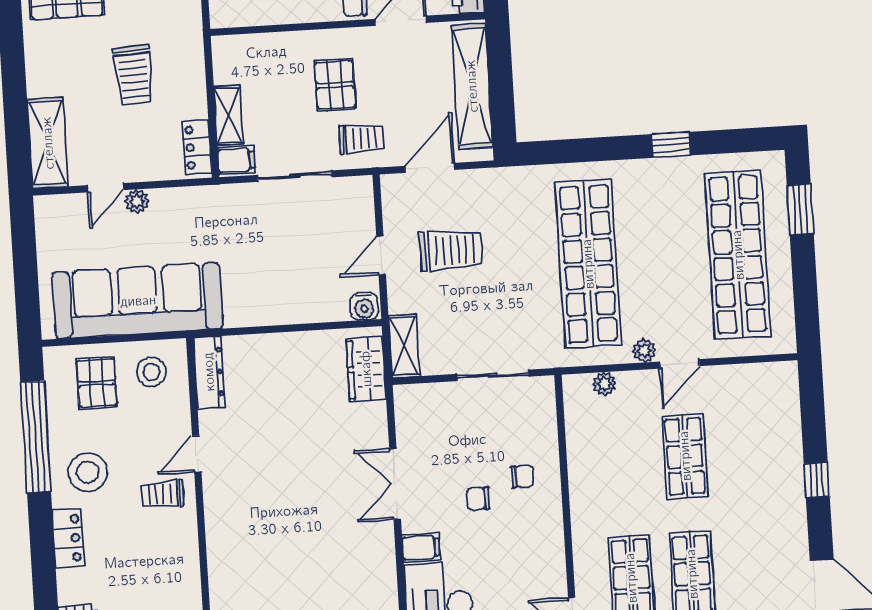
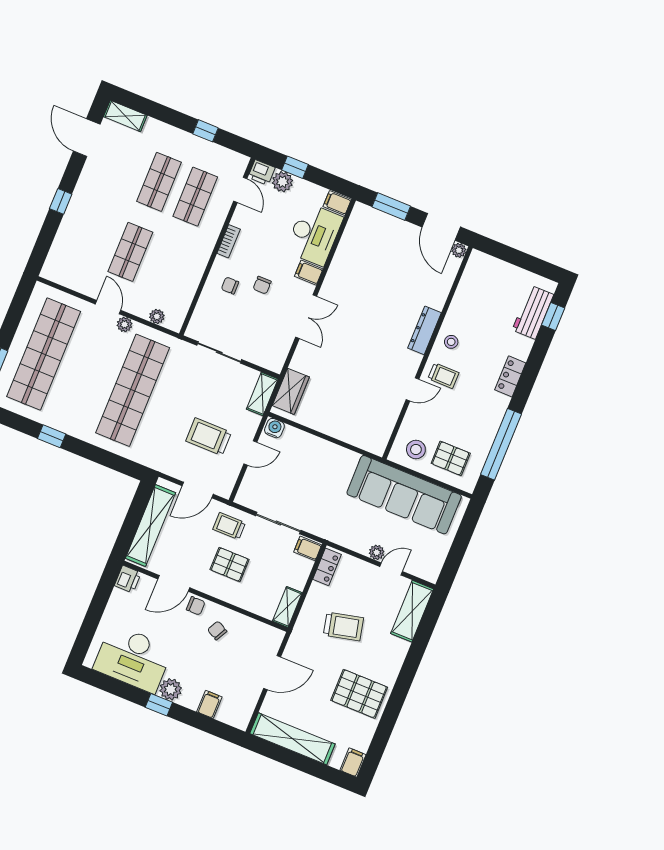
trolley: (134, 75) -> (343, 627), turned 80
pallet: (335, 85) -> (230, 565), turned 90
shelving: (229, 115) -> (287, 607), moved
door: (679, 364) -> (108, 307), hinge flipped
dresser: (209, 372) -> (424, 330), moved
pallet: (97, 383) -> (451, 458), turned 90
stool: (88, 472) -> (451, 342), moved, width x0.53, depth x0.53
chair: (478, 499) -> (262, 285), turned 90
bookcase: (555, 538) -> (229, 241), added

